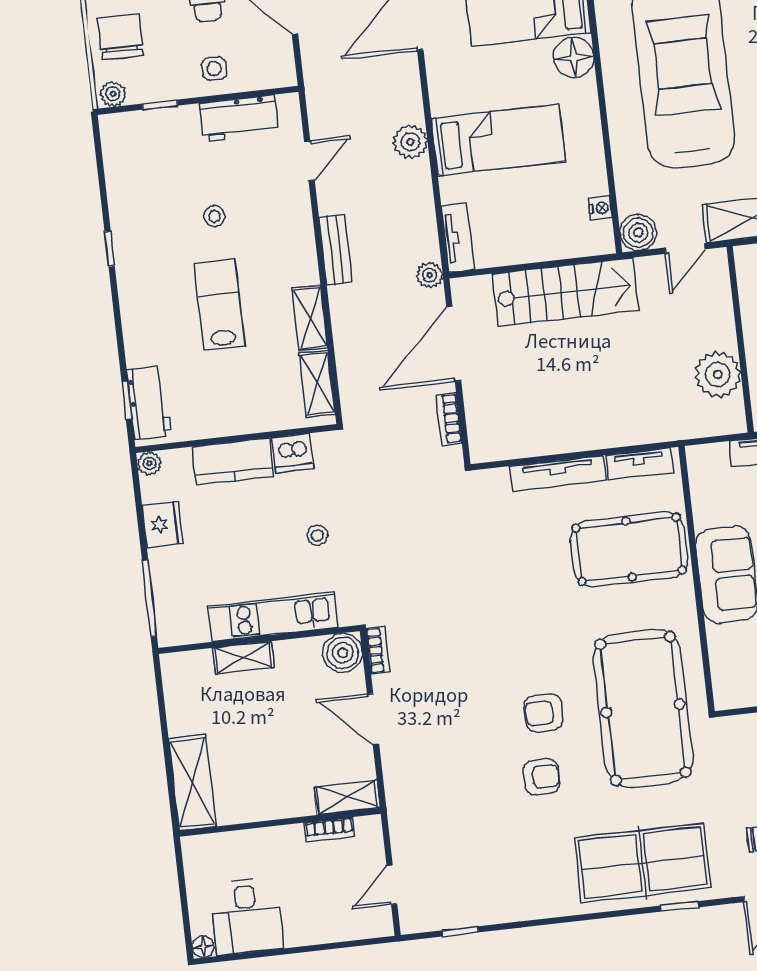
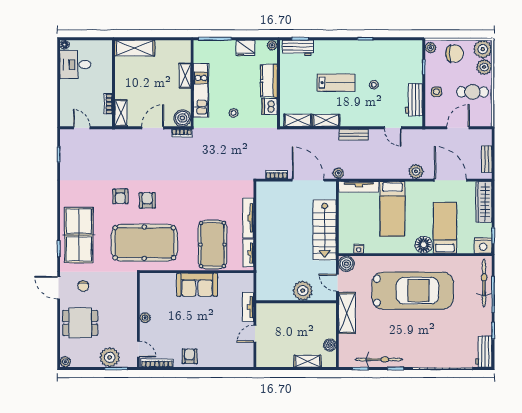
plant: (410, 142) -> (416, 171), moved
tv unit: (458, 238) -> (359, 187), width x1.41
plant: (718, 374) -> (303, 291), moved

